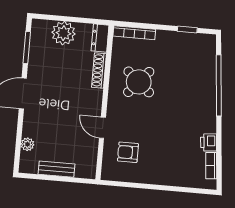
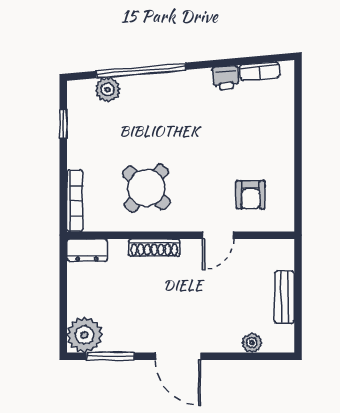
plant: (63, 33) -> (84, 335), moved
plant: (208, 62) -> (108, 90), added
shoe rack: (99, 71) -> (154, 248), moved

